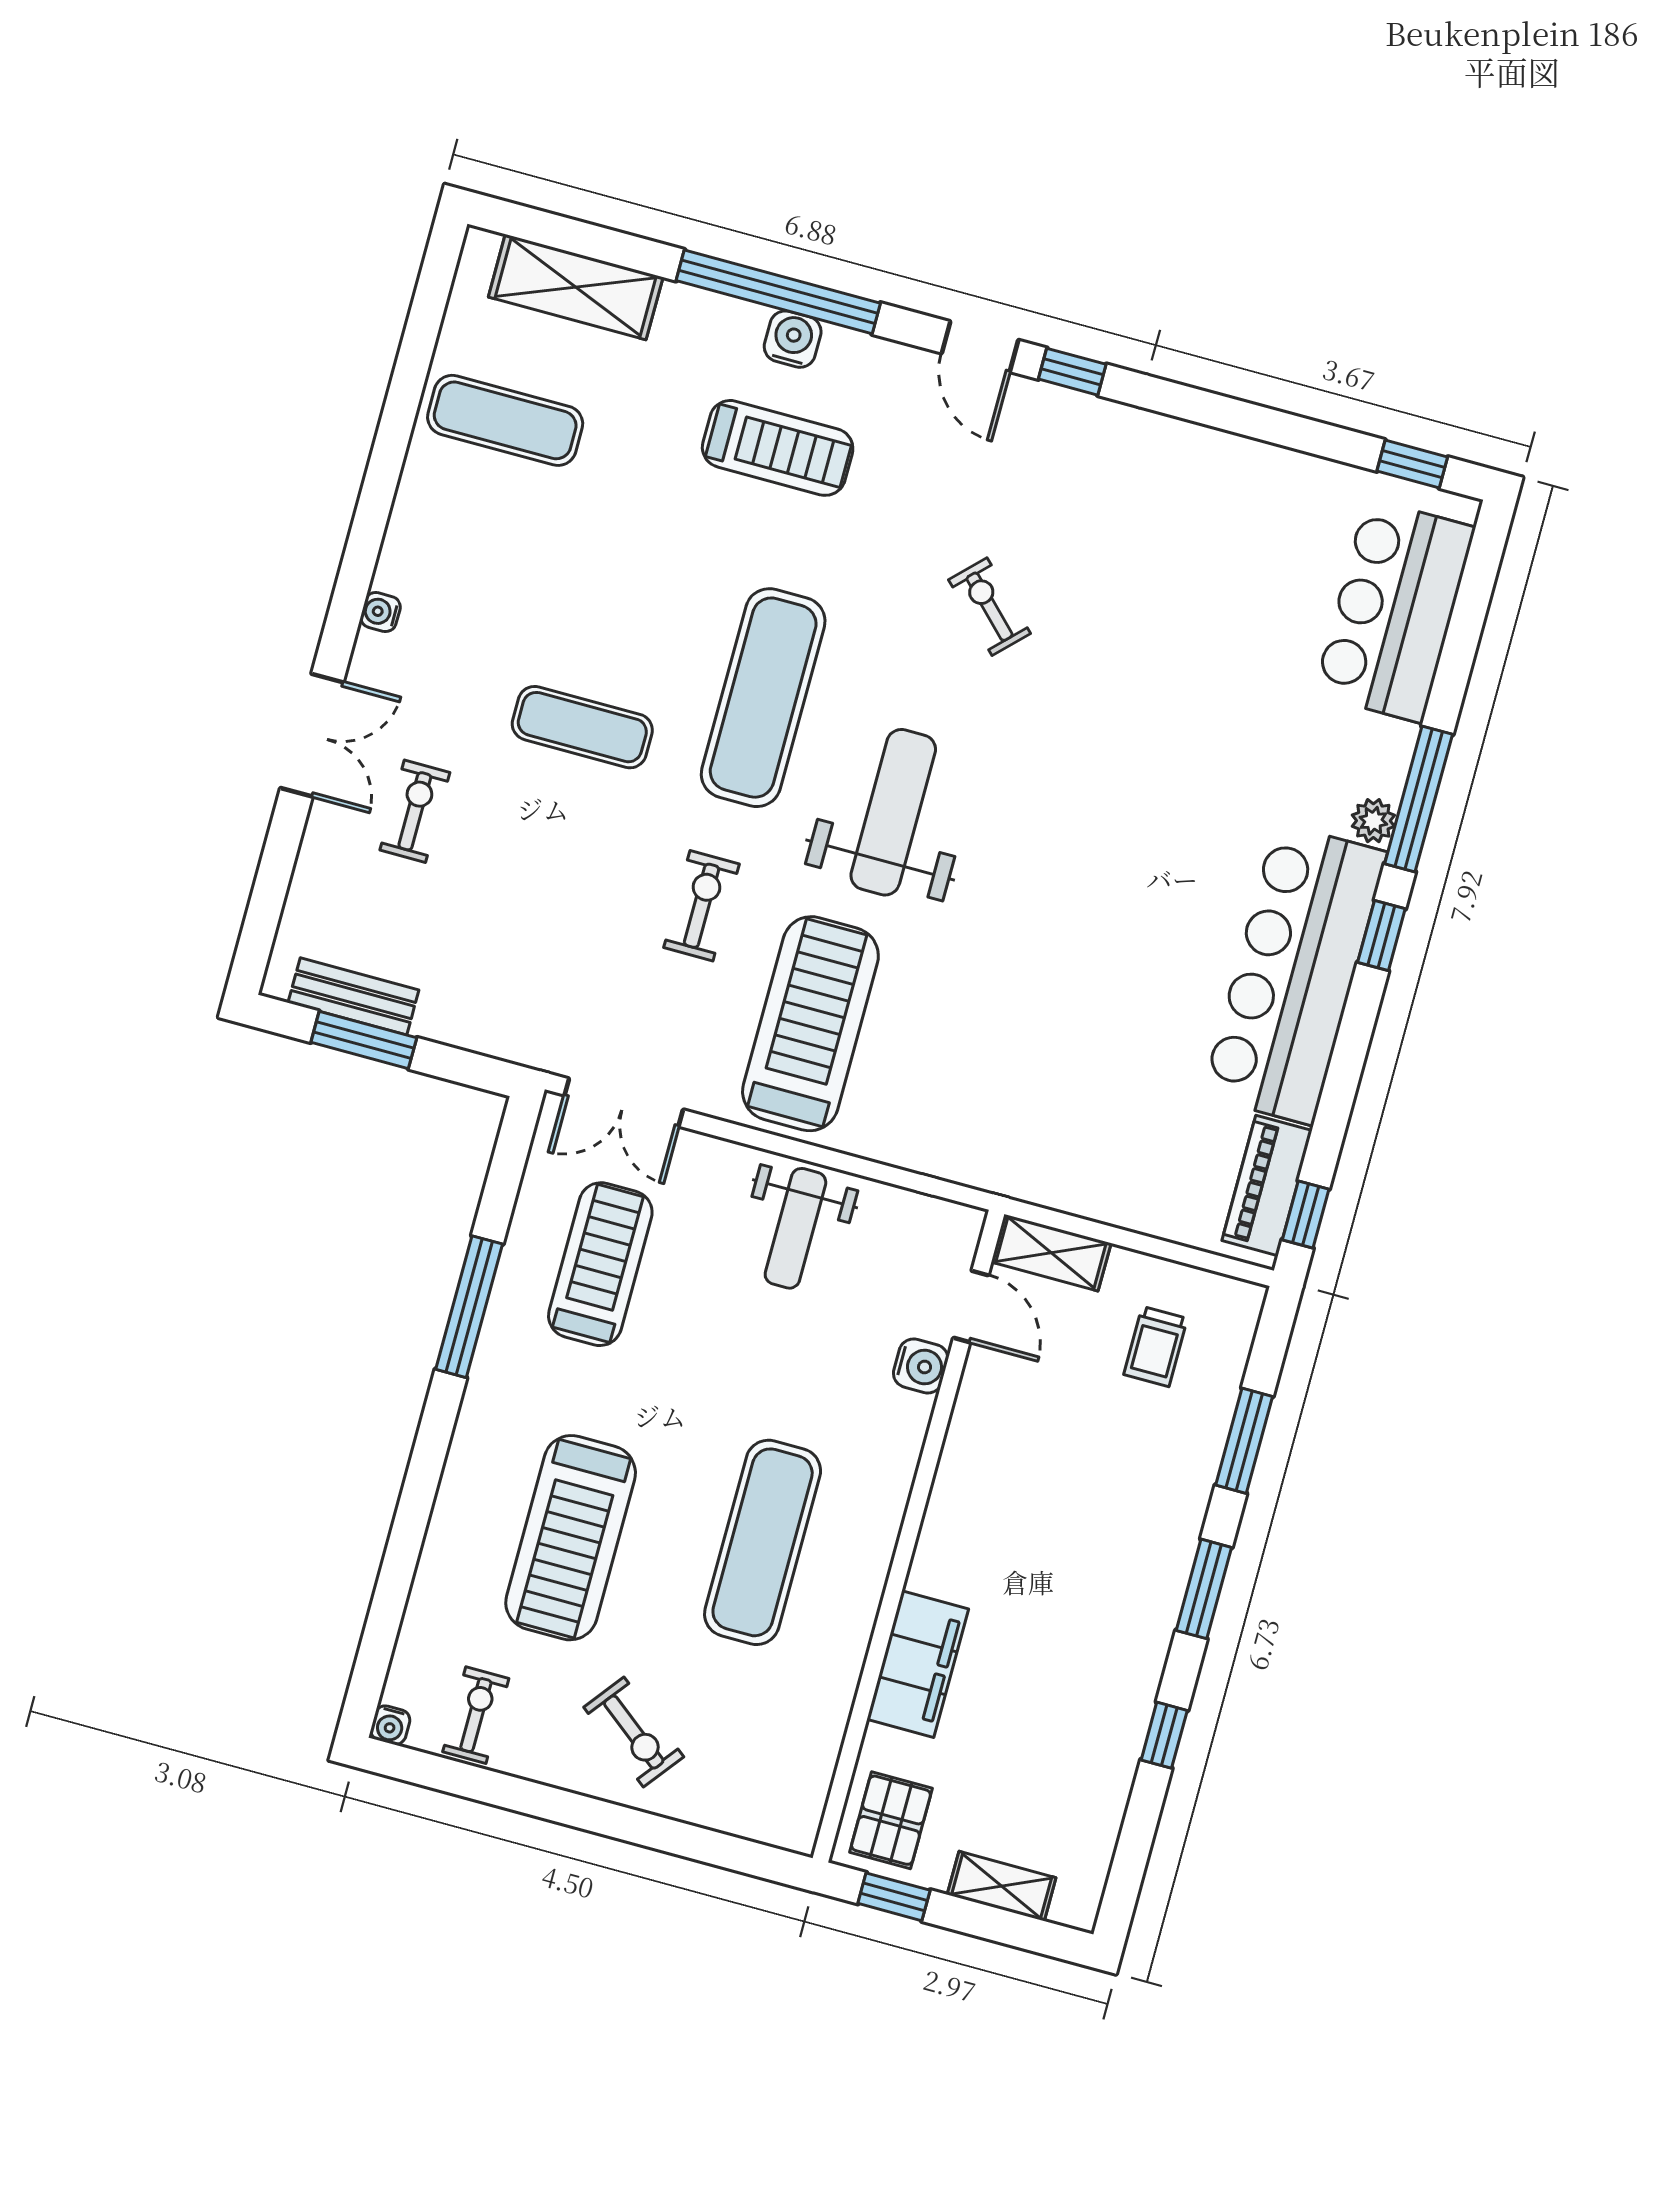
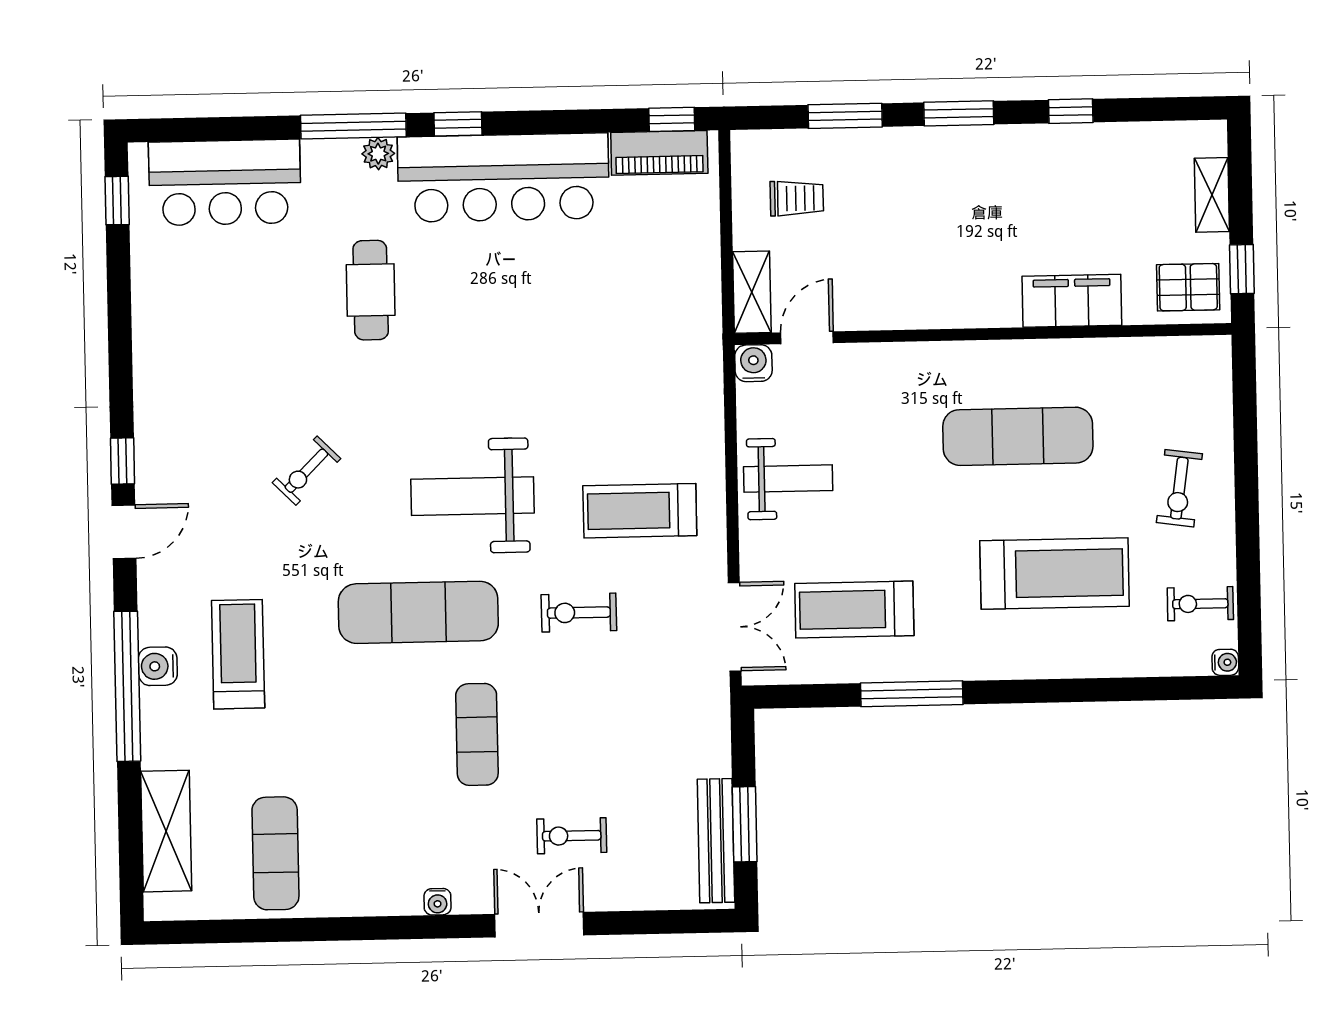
cafe table: (1199, 759) -> (371, 290), added
bench: (353, 996) -> (716, 841), width x1.36
treadmill: (810, 1024) -> (640, 511), width x0.73, depth x0.73
water cooler: (921, 1366) -> (753, 363), moved
exercise bike: (634, 1732) -> (1179, 488), turned 150

